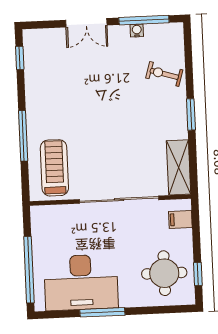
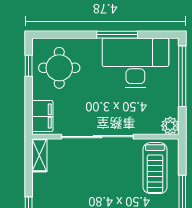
shelving: (179, 167) -> (39, 155), width x0.67, depth x0.75
plant: (40, 215) -> (170, 126), added
filing cabinet: (180, 219) -> (42, 116), width x2.00

